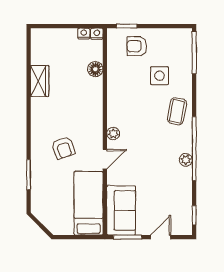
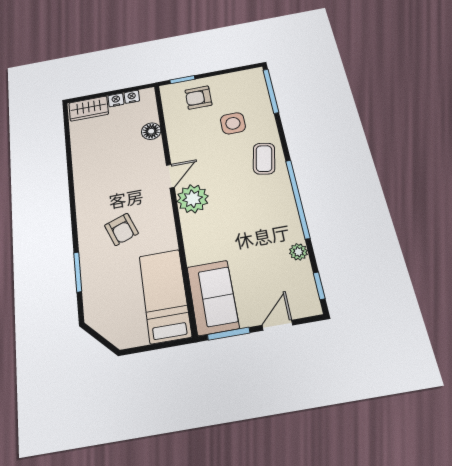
nightstand: (97, 34) -> (116, 100), moved
wardrobe: (40, 81) -> (89, 109), moved, turned 90
plant: (113, 134) -> (193, 199), width x1.88, depth x1.88
door: (105, 159) -> (170, 176), moved
plant: (186, 160) -> (298, 252), moved

